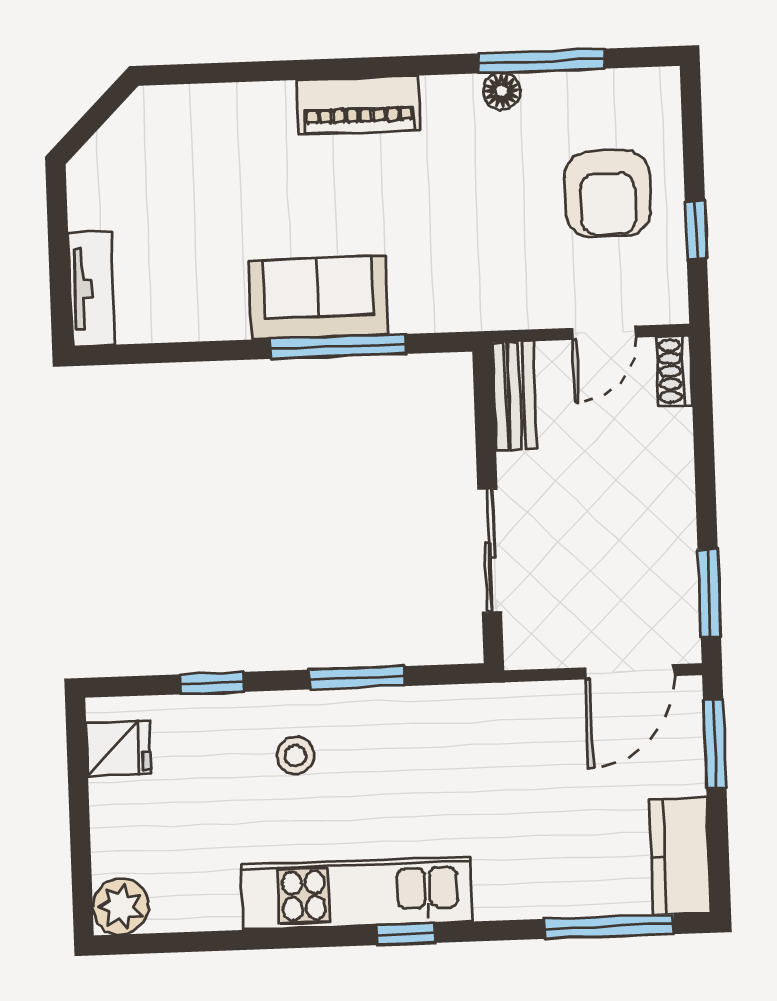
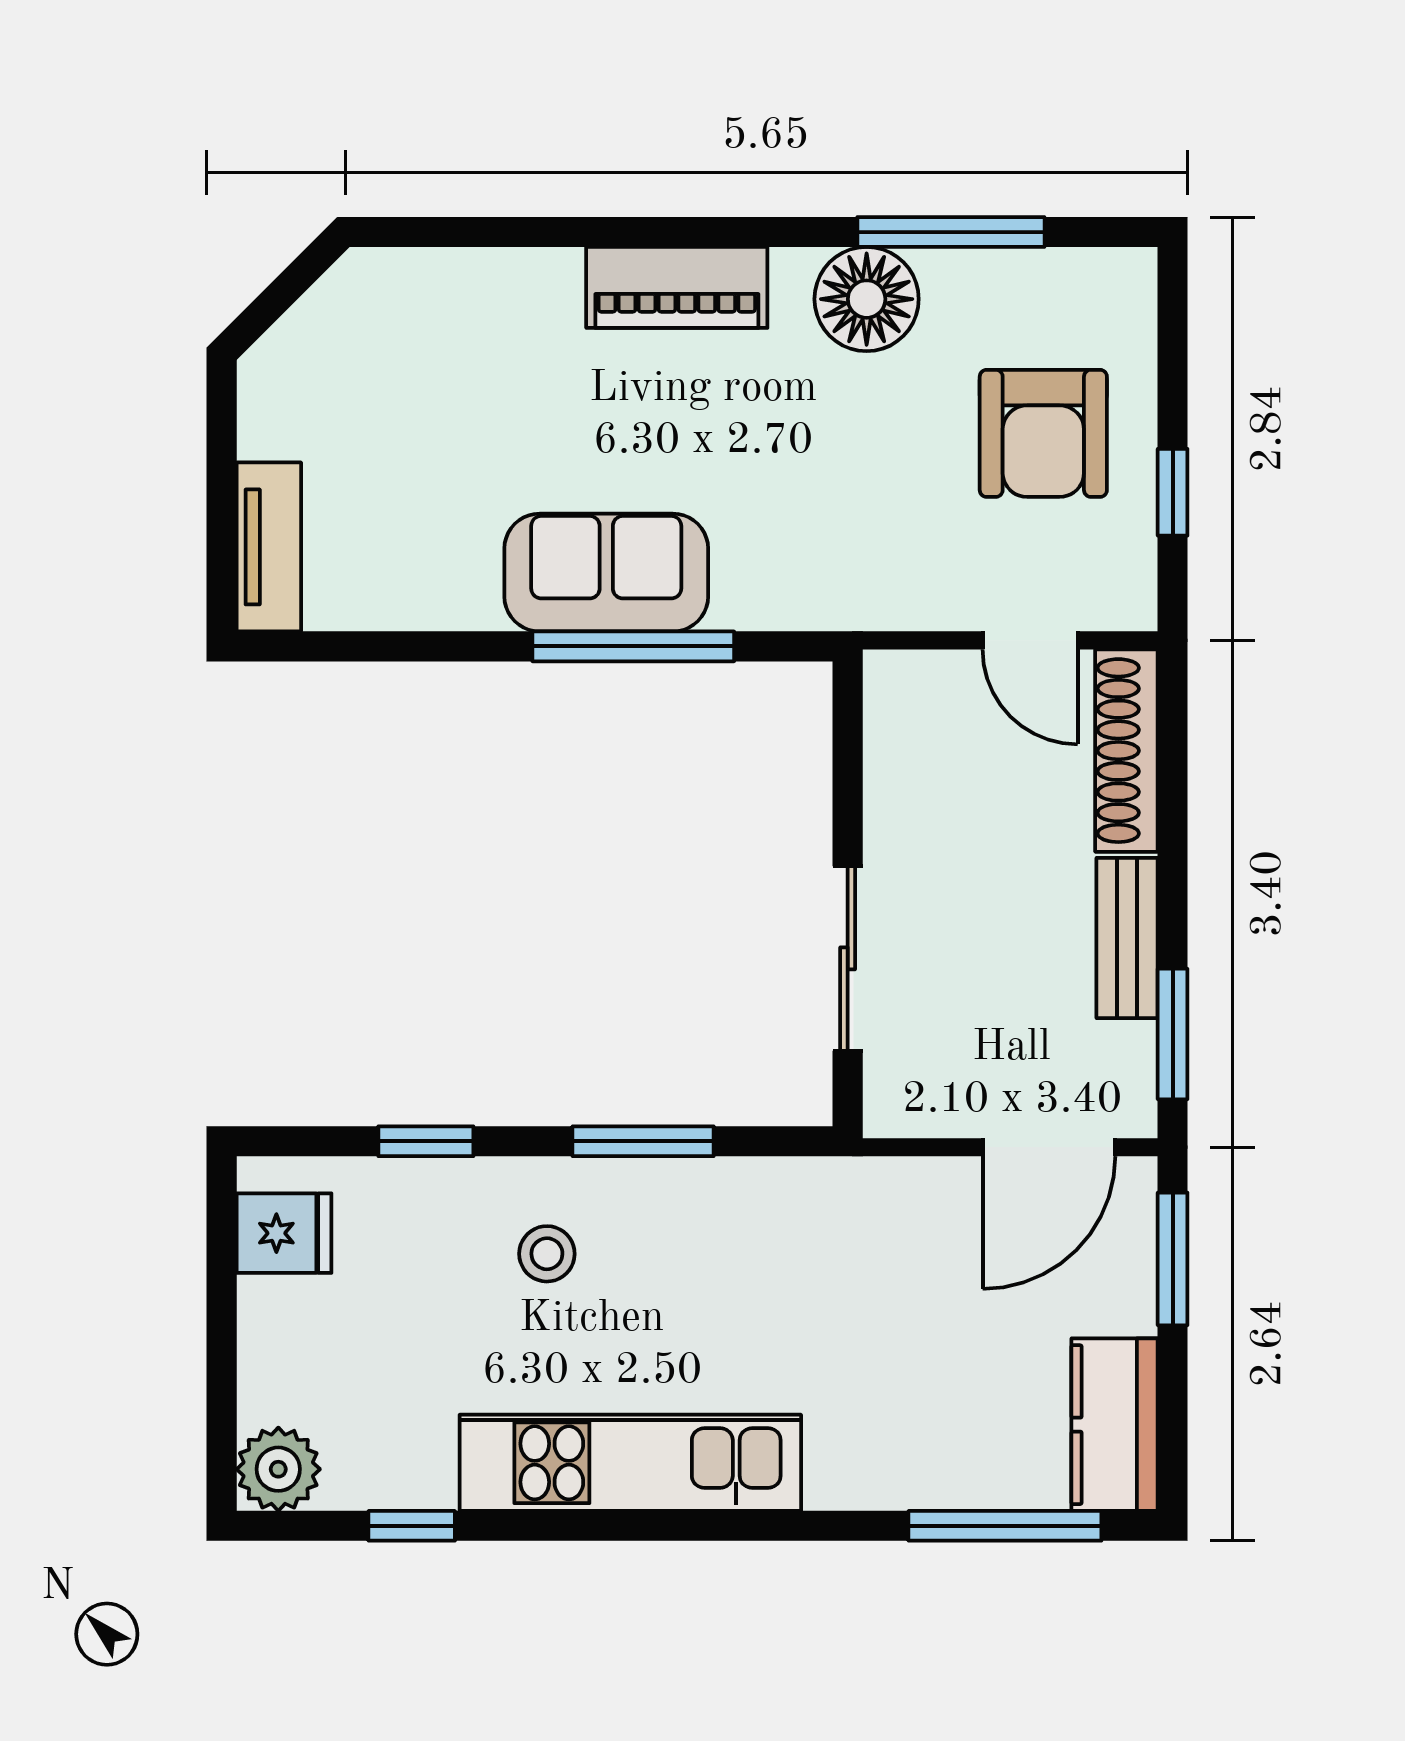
floor lamp: (502, 91) -> (867, 299), width x1.89, depth x1.89
door: (604, 333) -> (1030, 640), hinge flipped
shoe rack: (674, 371) -> (1126, 751), width x1.94, depth x1.24
bench: (515, 396) -> (1127, 938), moved
window: (406, 934) -> (412, 1526), moved

